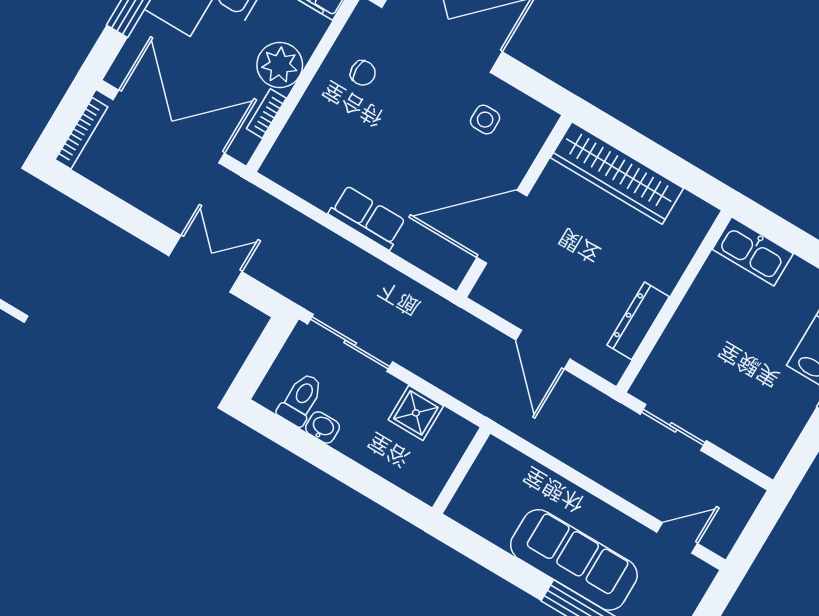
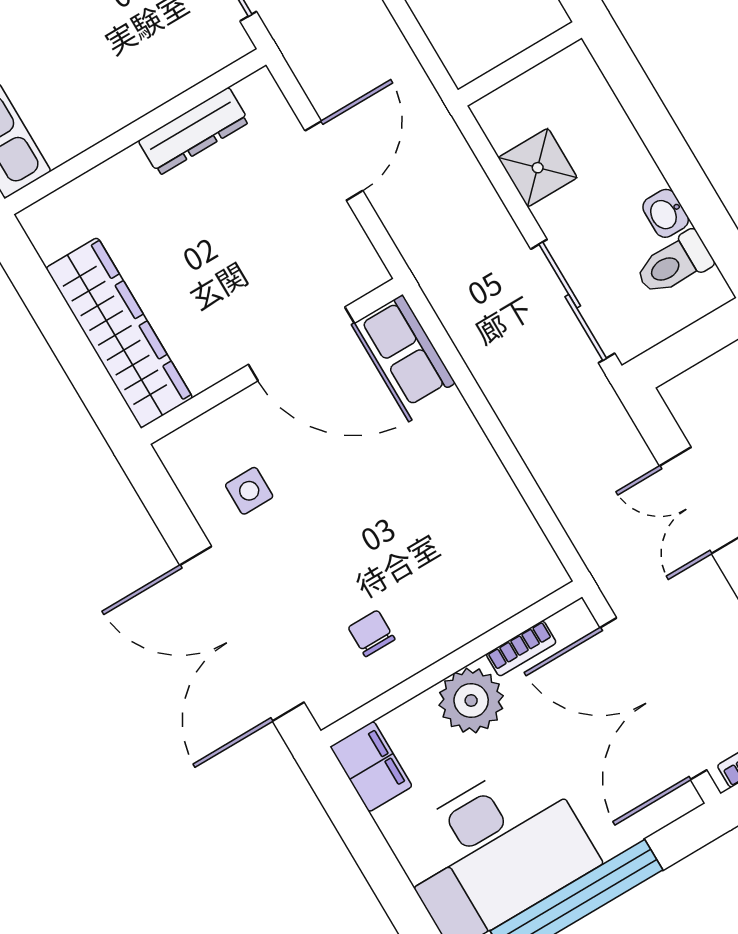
row of seats: (367, 218) -> (408, 351), moved

